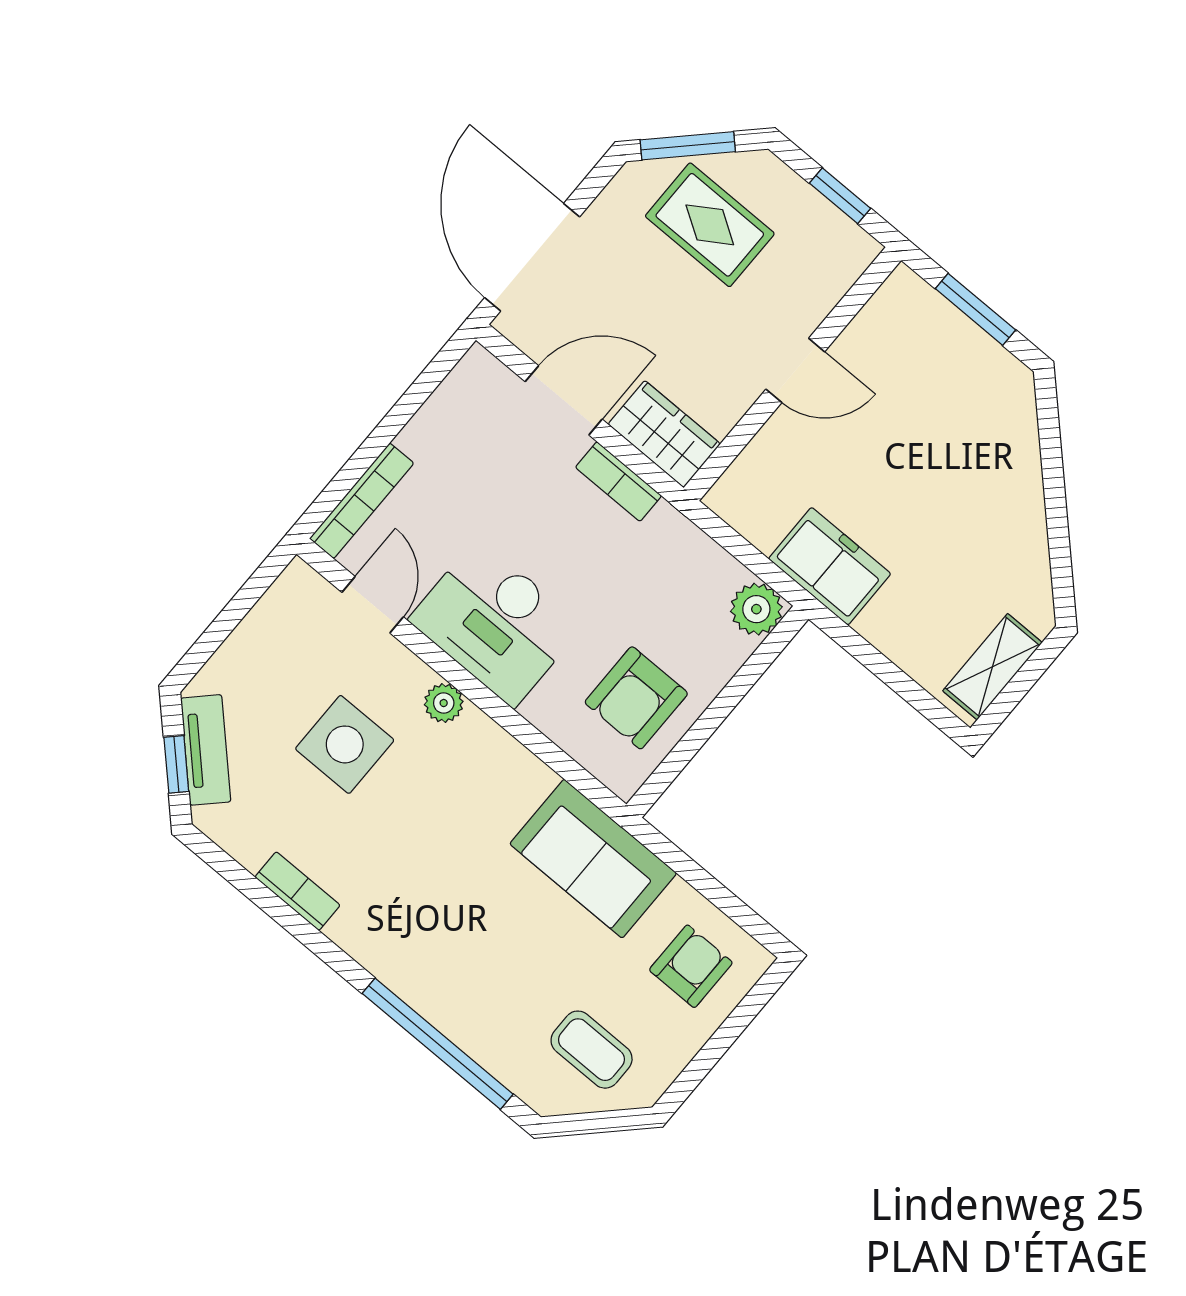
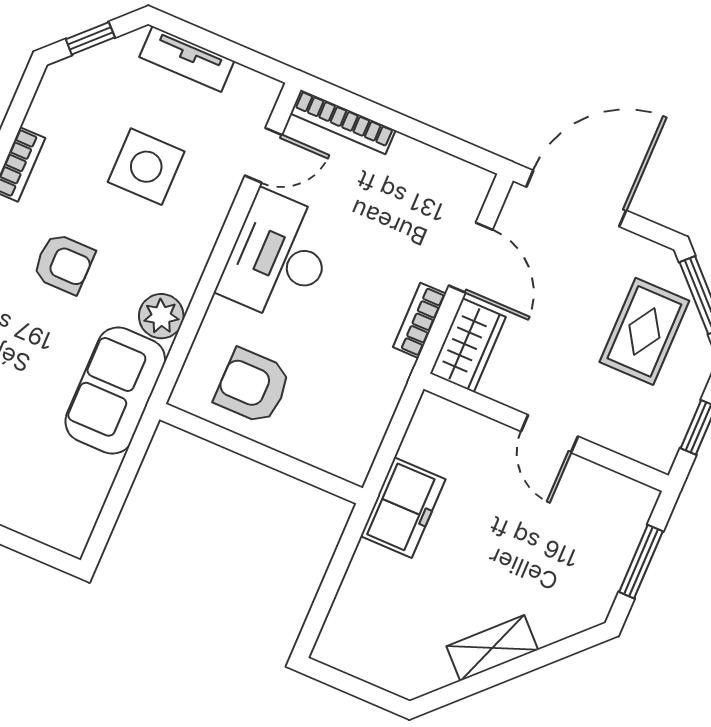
plant: (756, 609) -> (352, 460), removed
shelving: (993, 667) -> (492, 648), moved, turned -45
plant: (444, 703) -> (161, 316), moved, width x1.38, depth x1.38
tv unit: (206, 750) -> (187, 59), moved, turned 45
armchair: (691, 966) -> (64, 264), moved

